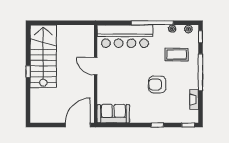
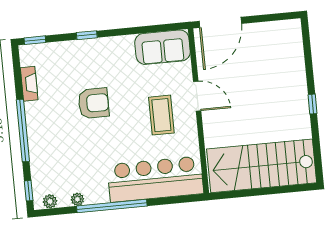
coffee table: (177, 55) -> (161, 115), moved, turned 90
stairs: (43, 56) -> (262, 166), moved, turned 90
door: (96, 66) -> (197, 96), moved

